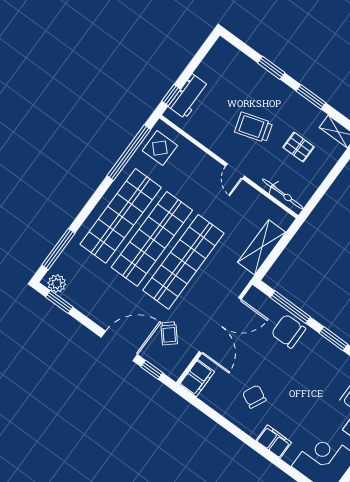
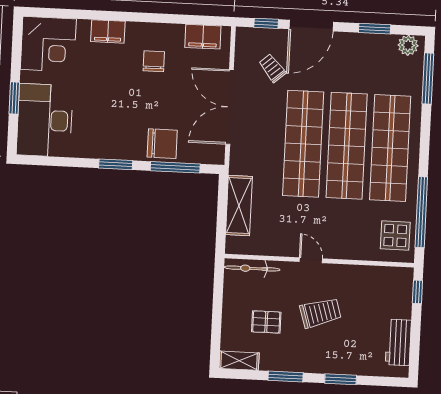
workbench: (189, 96) -> (398, 342), moved
window: (59, 302) -> (375, 29), moved
filing cabinet: (197, 378) -> (203, 37), moved, turned -90
chair: (254, 397) -> (154, 61), turned -116

